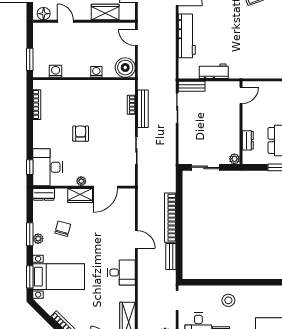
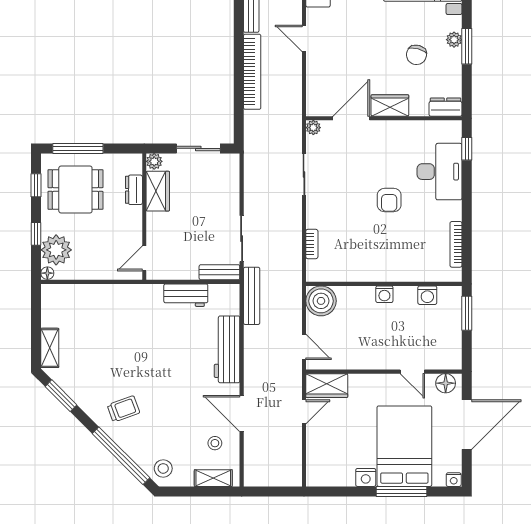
wardrobe: (105, 12) -> (327, 386), moved
washing machine: (96, 72) -> (384, 294), moved
bench: (143, 109) -> (252, 296), moved
wardrobe: (232, 139) -> (158, 191), added
desk: (48, 167) -> (440, 172), moved
plant: (81, 181) -> (313, 128), moved

